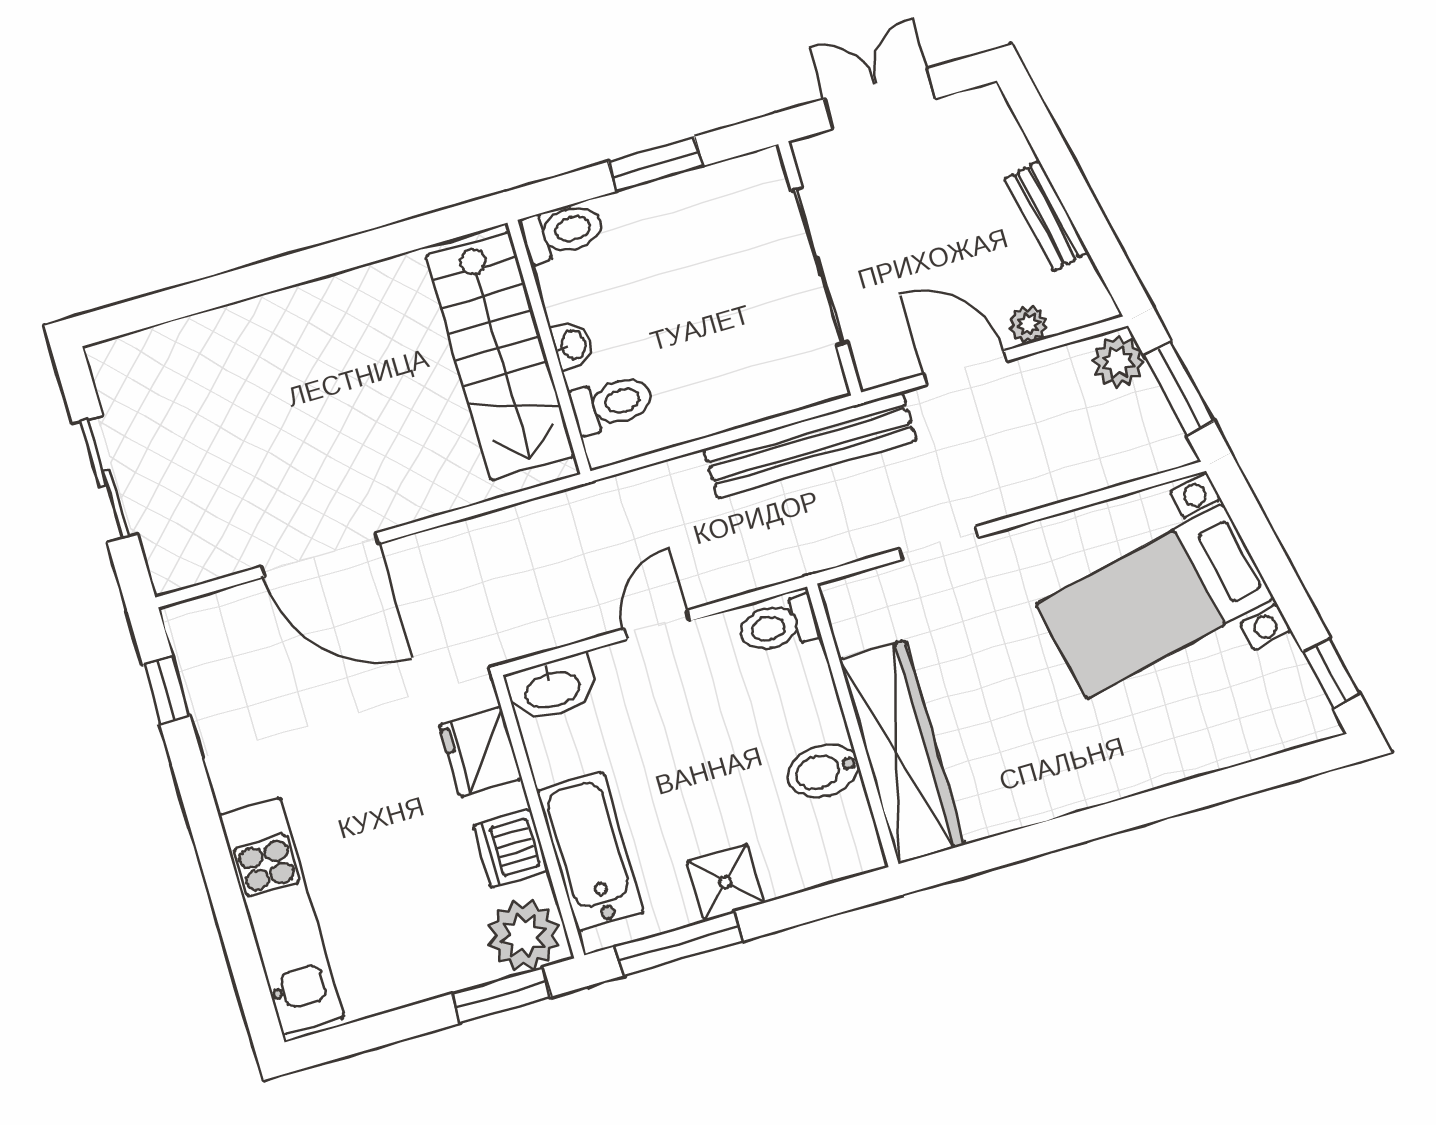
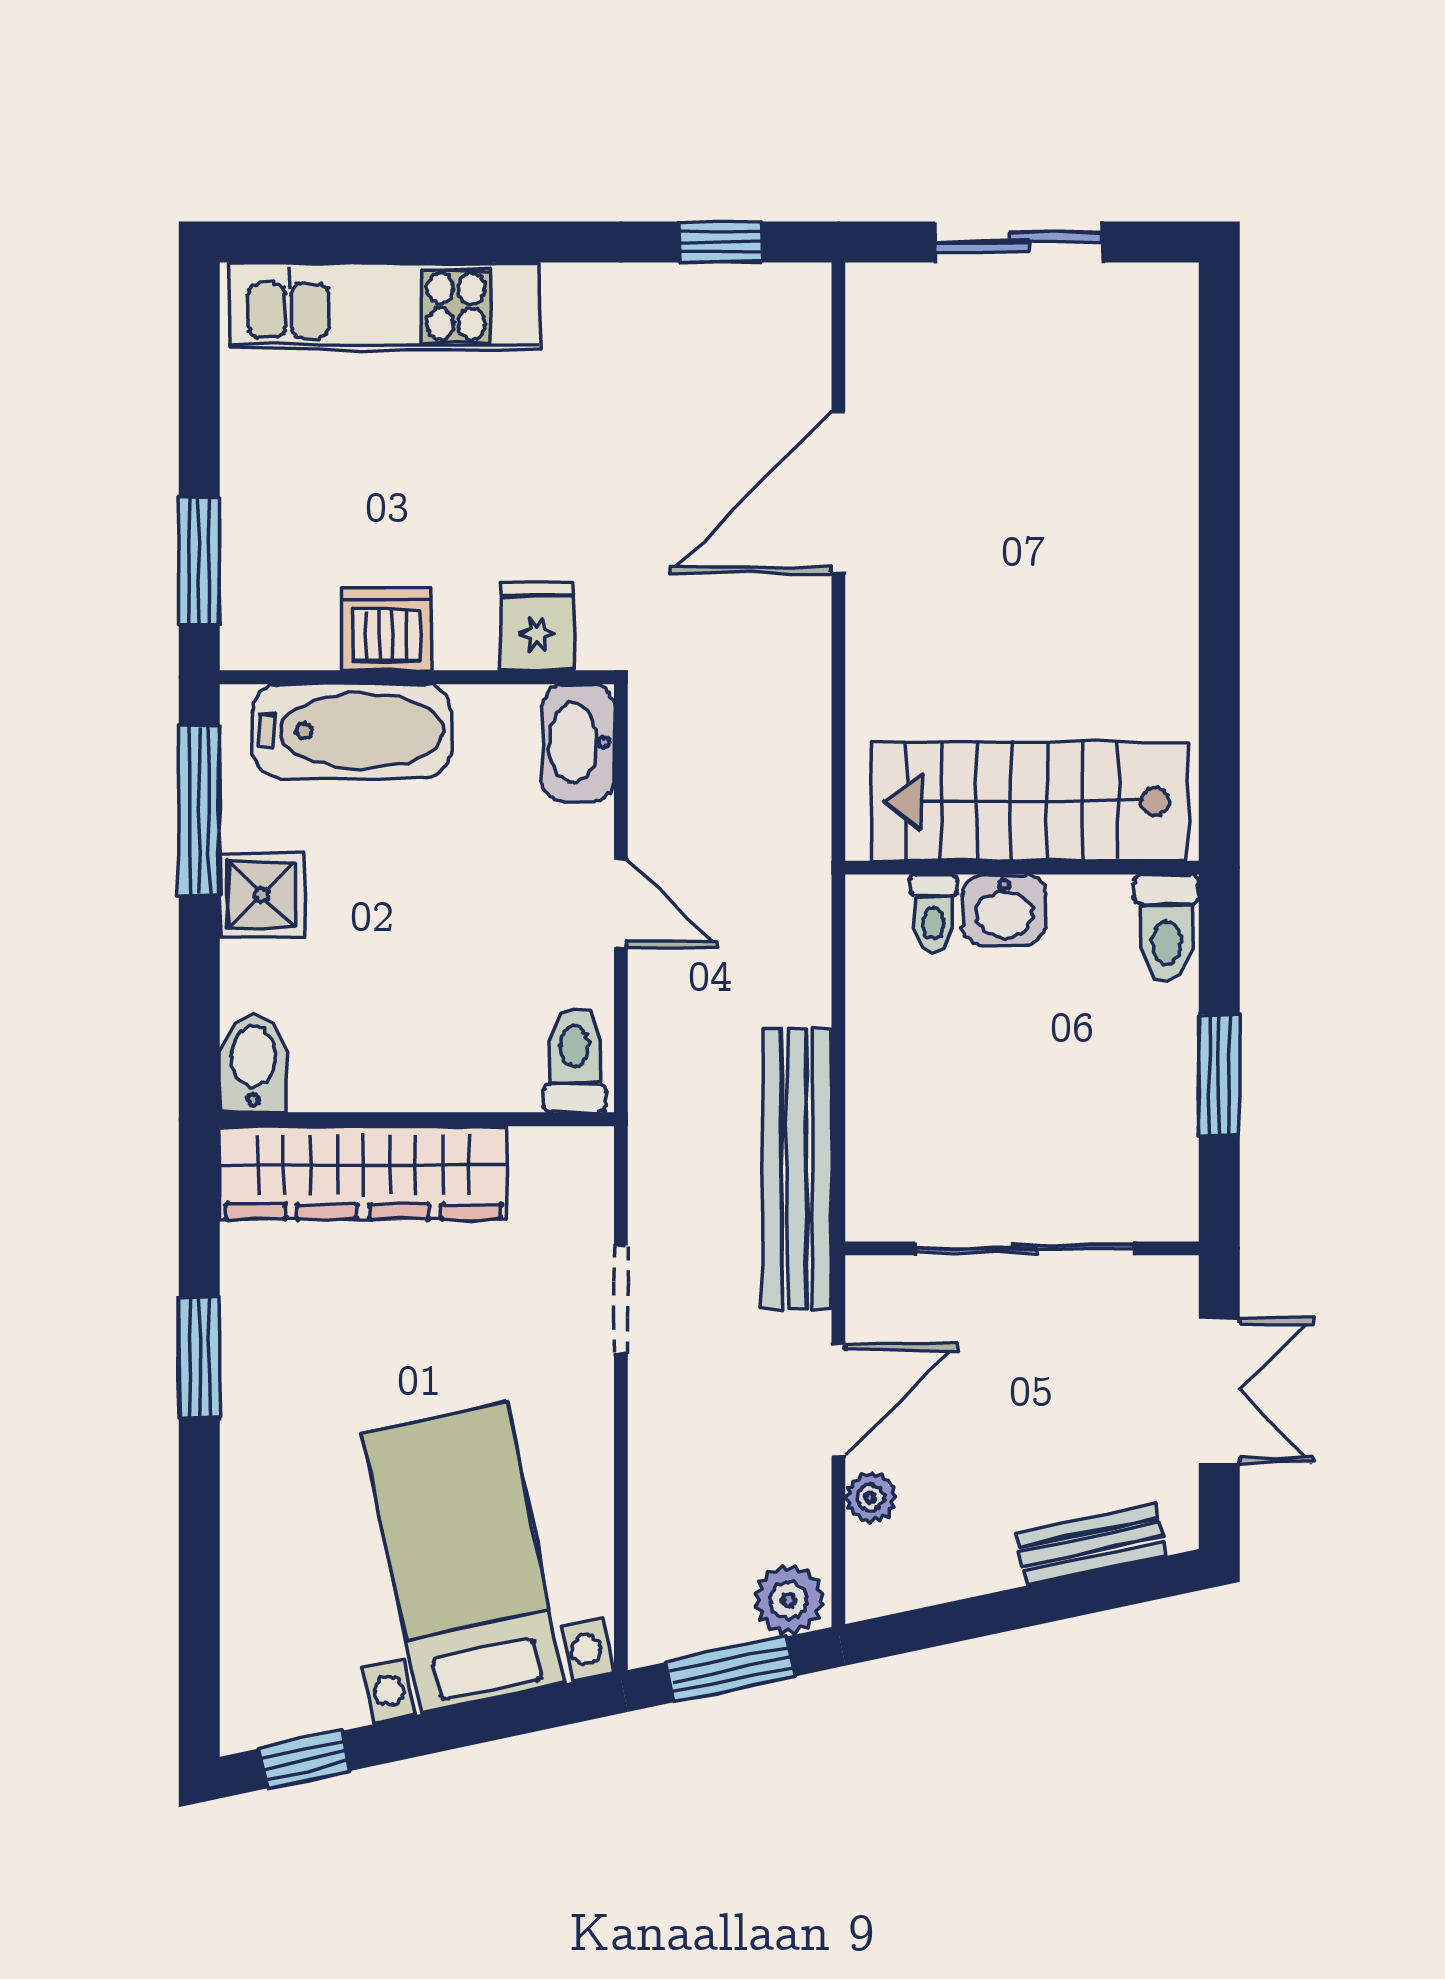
bench: (1047, 216) -> (1091, 1544), moved
washbasin: (572, 345) -> (1004, 910), width x1.38, depth x1.45
toilet: (612, 404) -> (933, 913), width x0.73, depth x0.72
fridge: (481, 752) -> (537, 626), width x0.72
bidet: (823, 771) -> (253, 1063), moved
window: (1067, 831) -> (199, 1357), added
plant: (524, 935) -> (268, 613), removed

